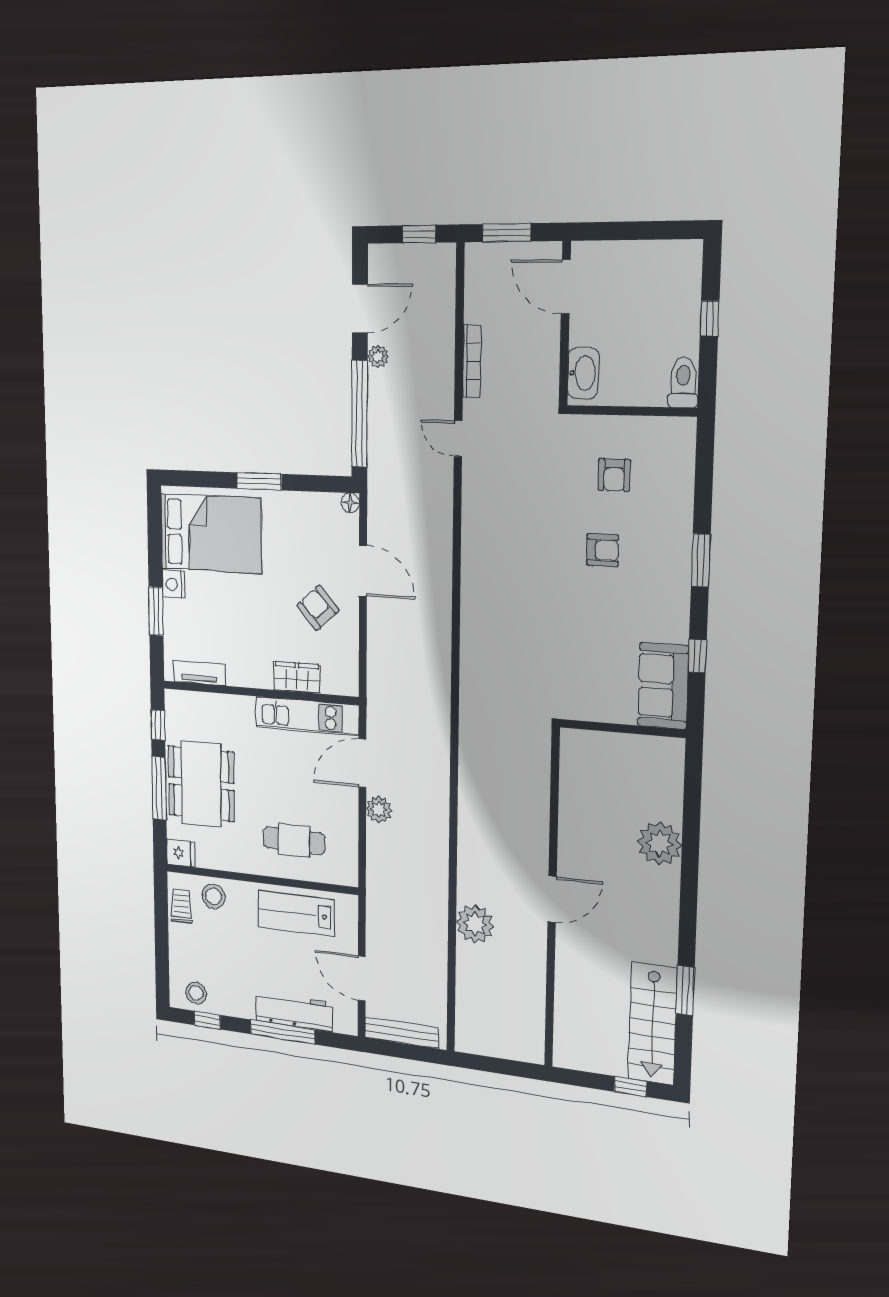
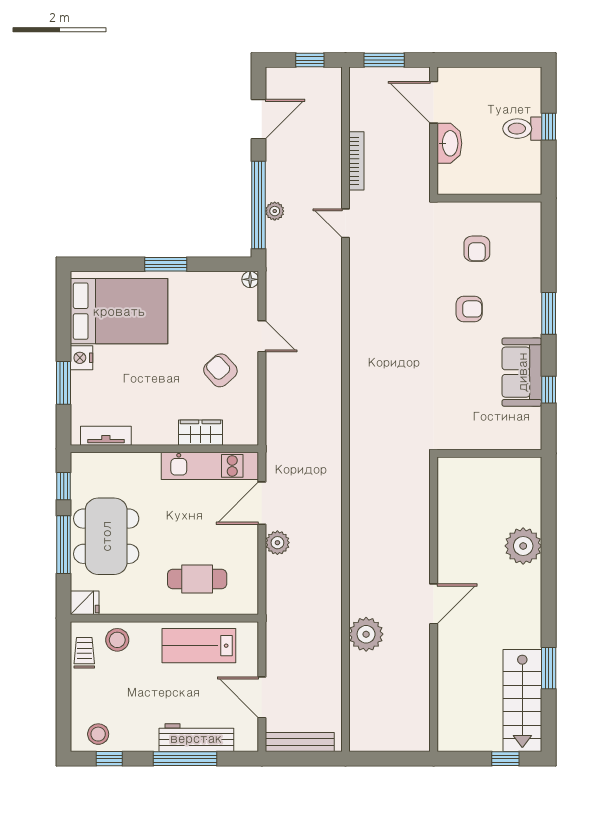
plant: (378, 356) -> (275, 211), moved
washbasin: (583, 373) -> (449, 143), moved
toilet: (683, 382) -> (522, 129), moved, turned -90
door: (363, 571) -> (262, 336), width x0.73
sofa: (663, 686) -> (522, 372), moved

